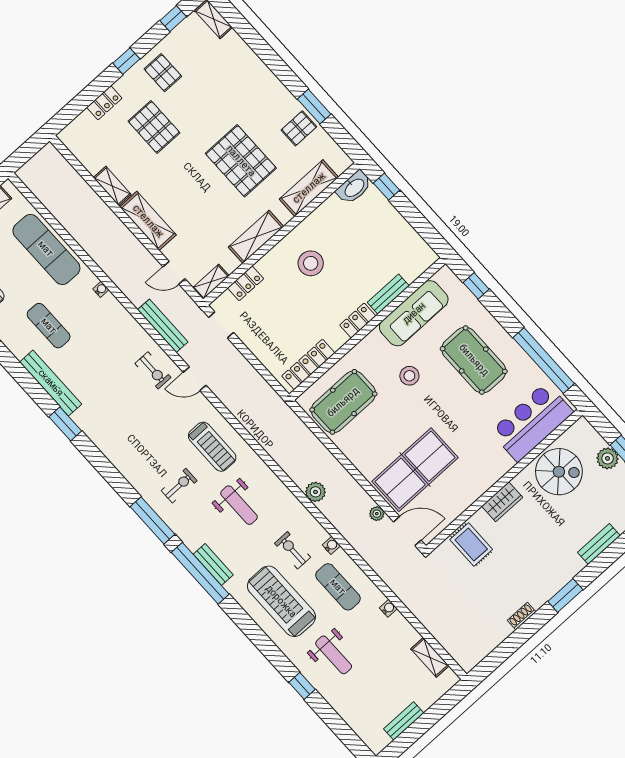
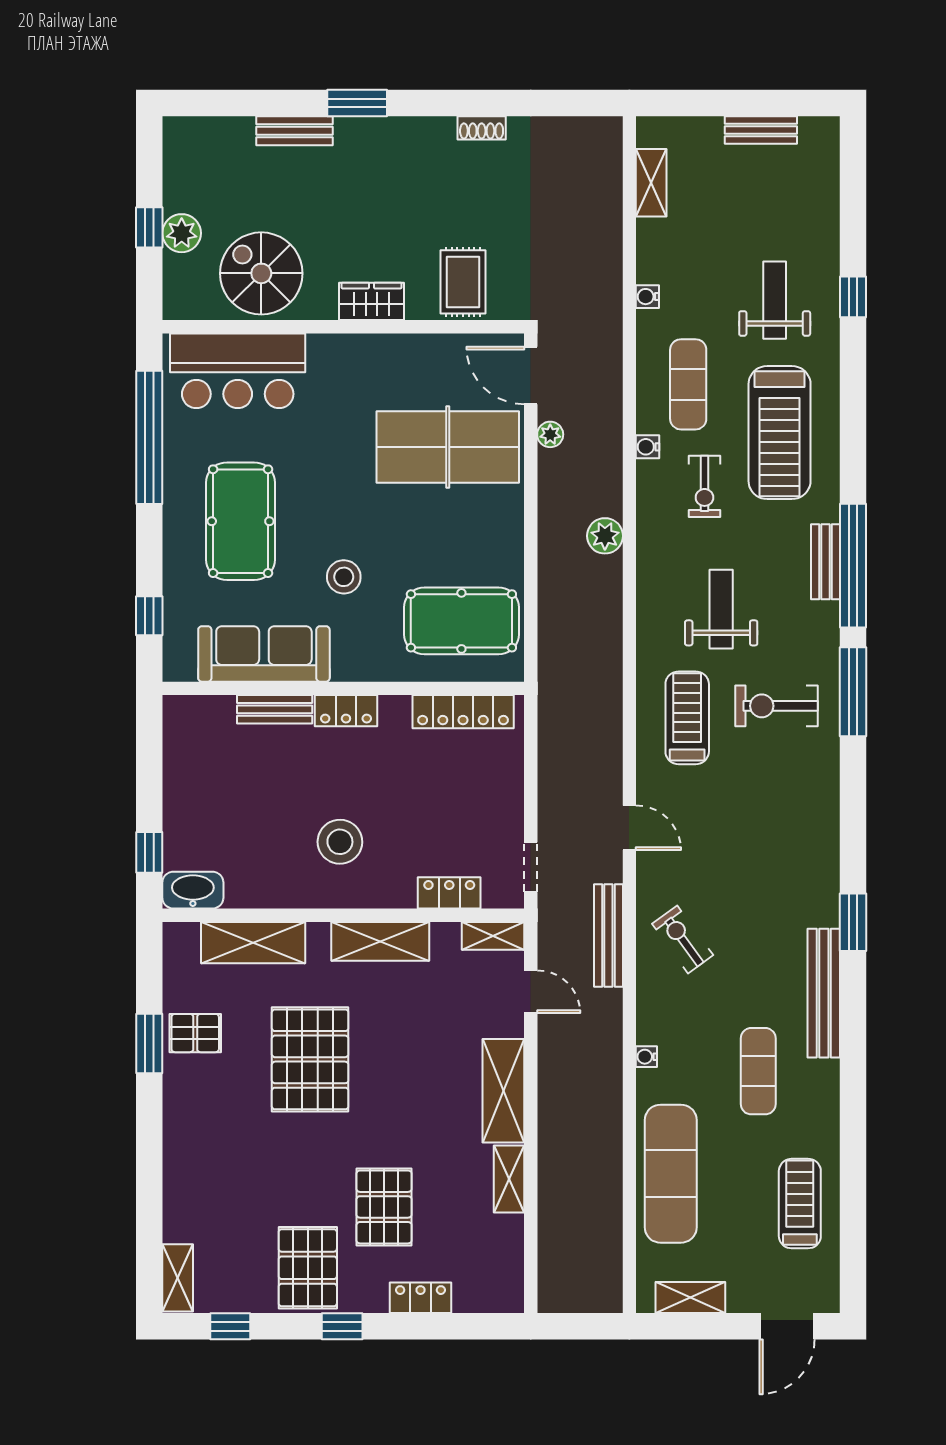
pallet: (163, 73) -> (308, 1268), width x1.50, depth x1.42
exercise bike: (153, 370) -> (683, 939), moved, turned -36
exercise bike: (179, 486) -> (777, 706), width x1.38, depth x1.39
window: (565, 596) -> (357, 103), moved

